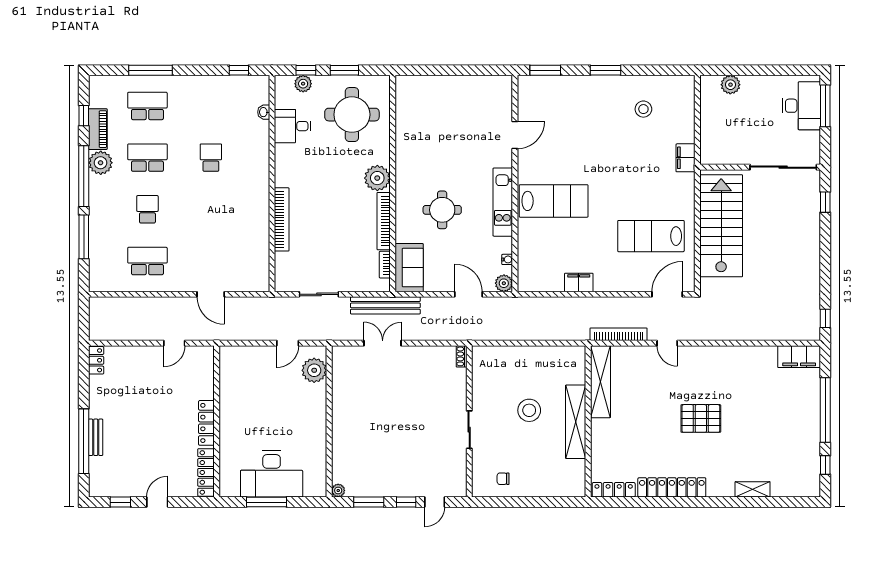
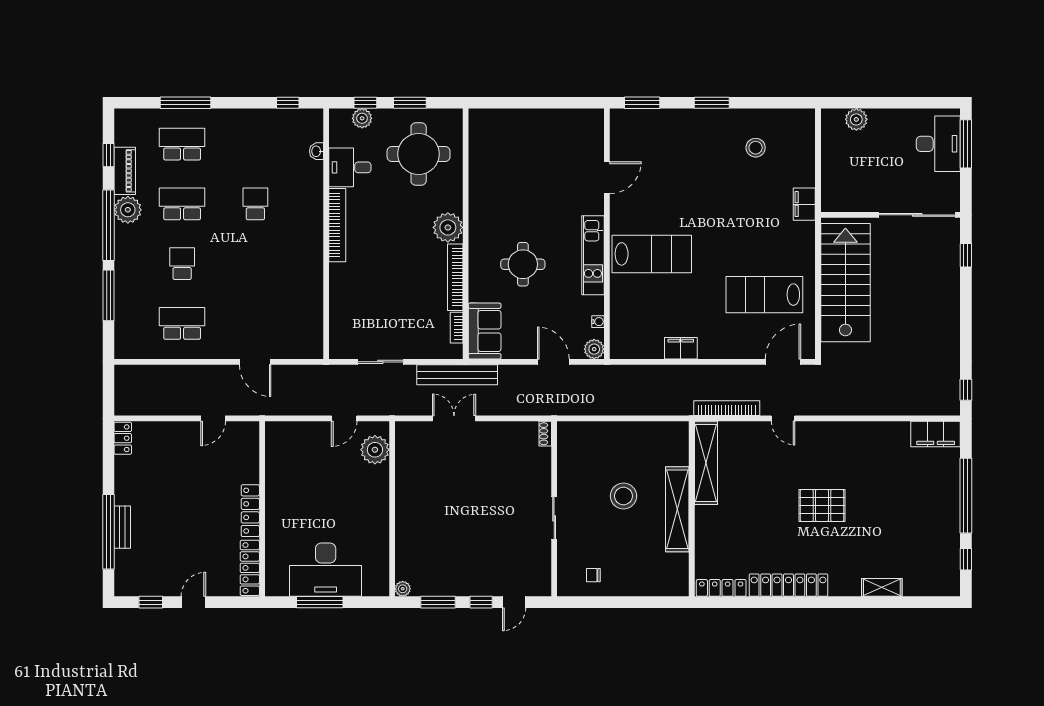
bookcase: (282, 219) -> (337, 225), moved

